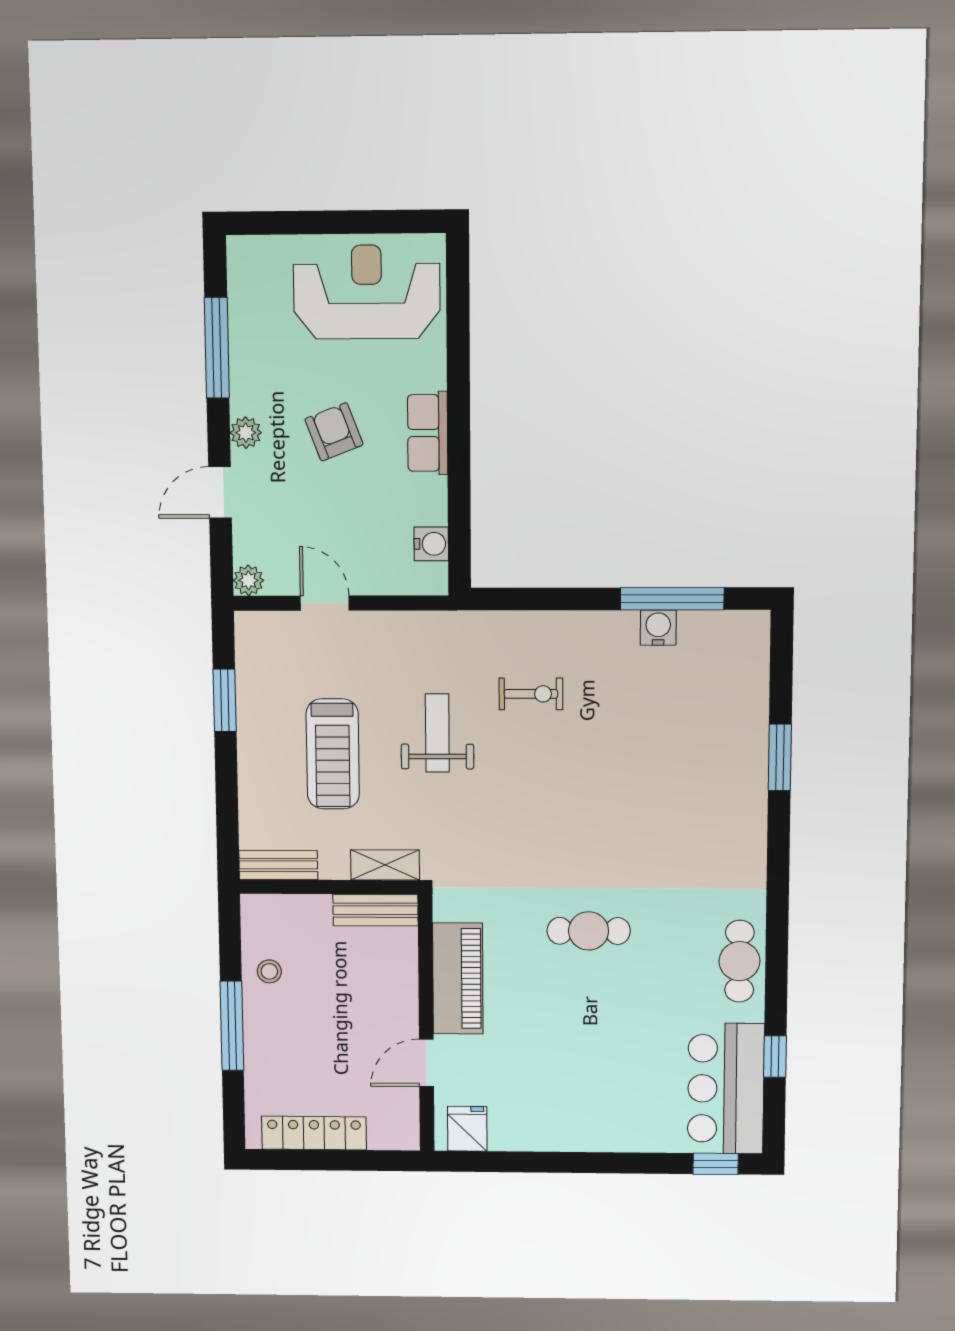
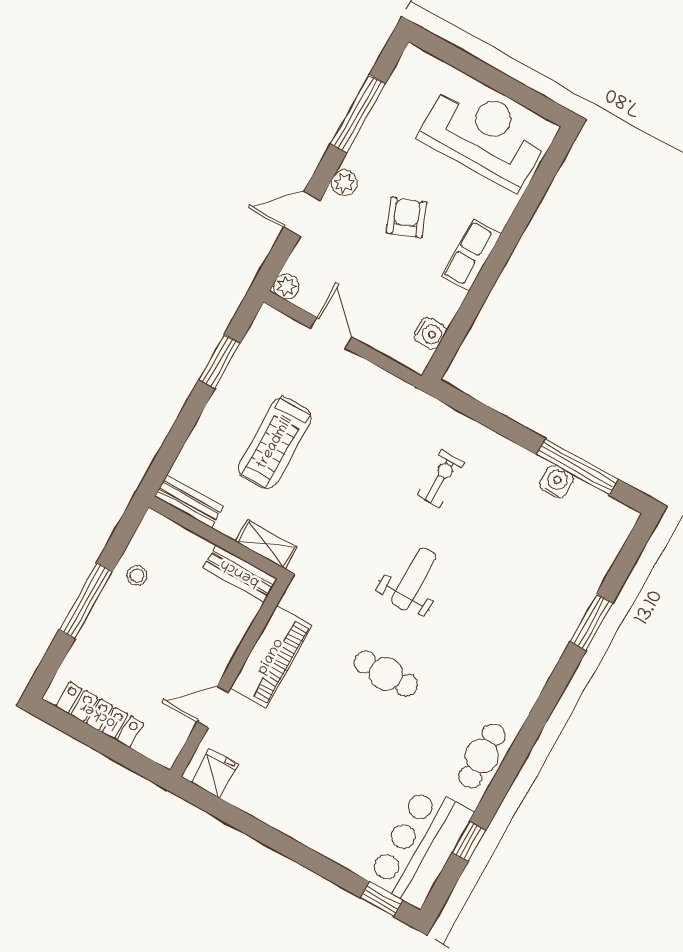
exercise bike: (531, 694) -> (441, 479), turned -90
weight bench: (437, 733) -> (414, 579), moved

